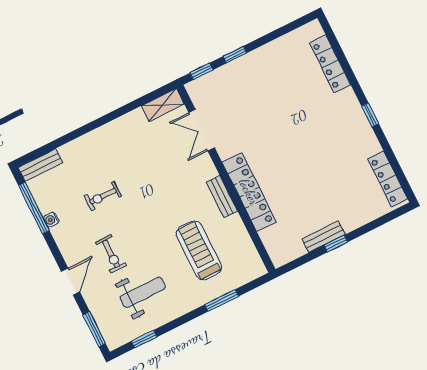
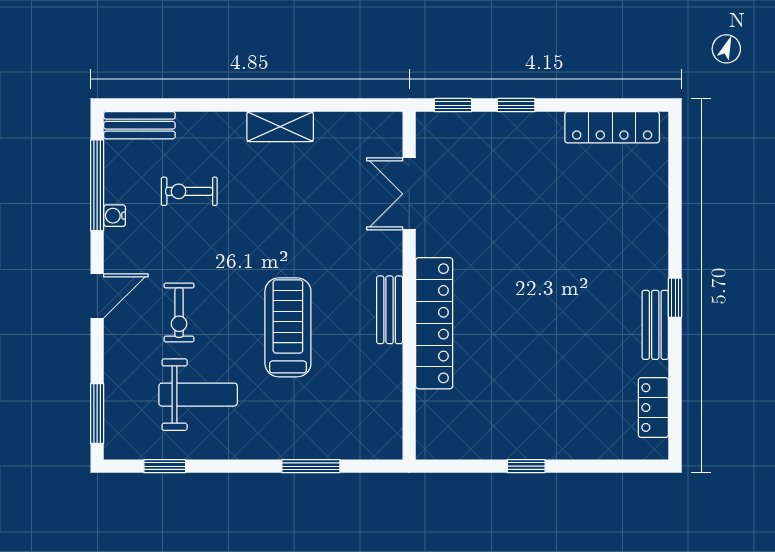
locker: (330, 64) -> (612, 127), moved, turned -90
shelving: (163, 105) -> (280, 127), moved
locker: (388, 179) -> (653, 408), width x0.66
exercise bike: (103, 196) -> (189, 191), moved
bench: (324, 237) -> (655, 325), moved, turned 90
treadmill: (199, 250) -> (288, 327), moved
door: (71, 282) -> (97, 296), moved

